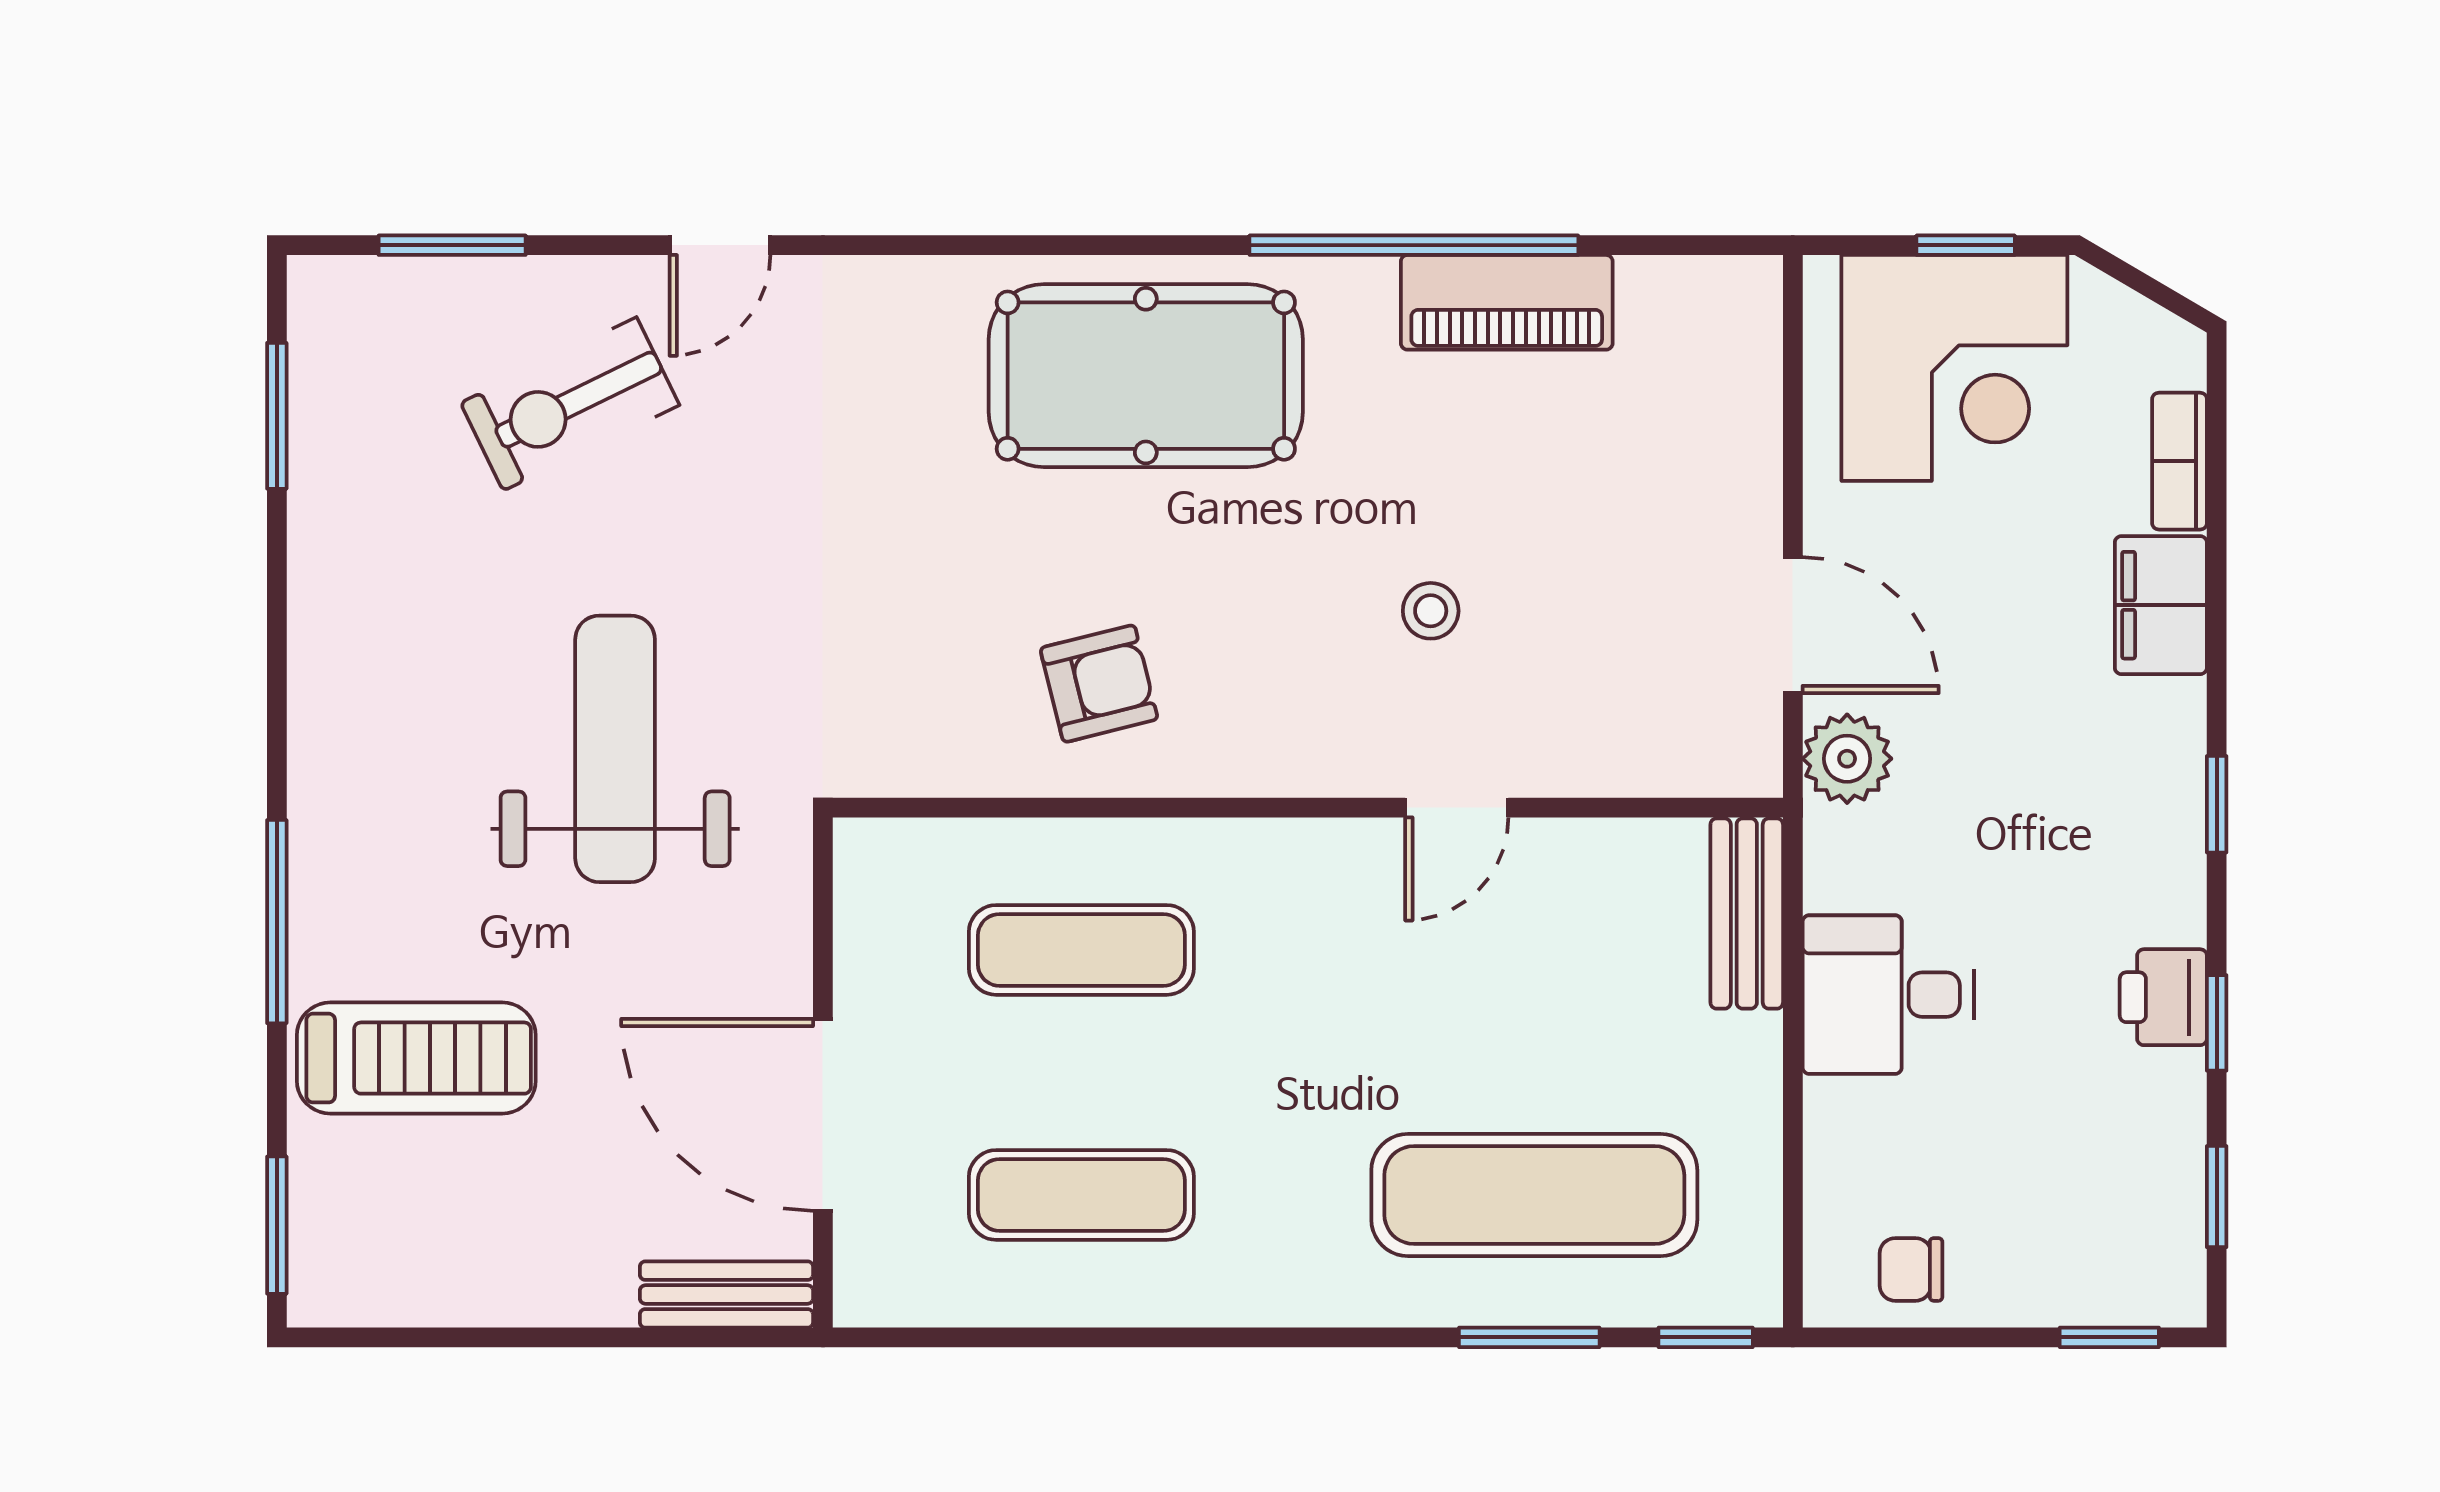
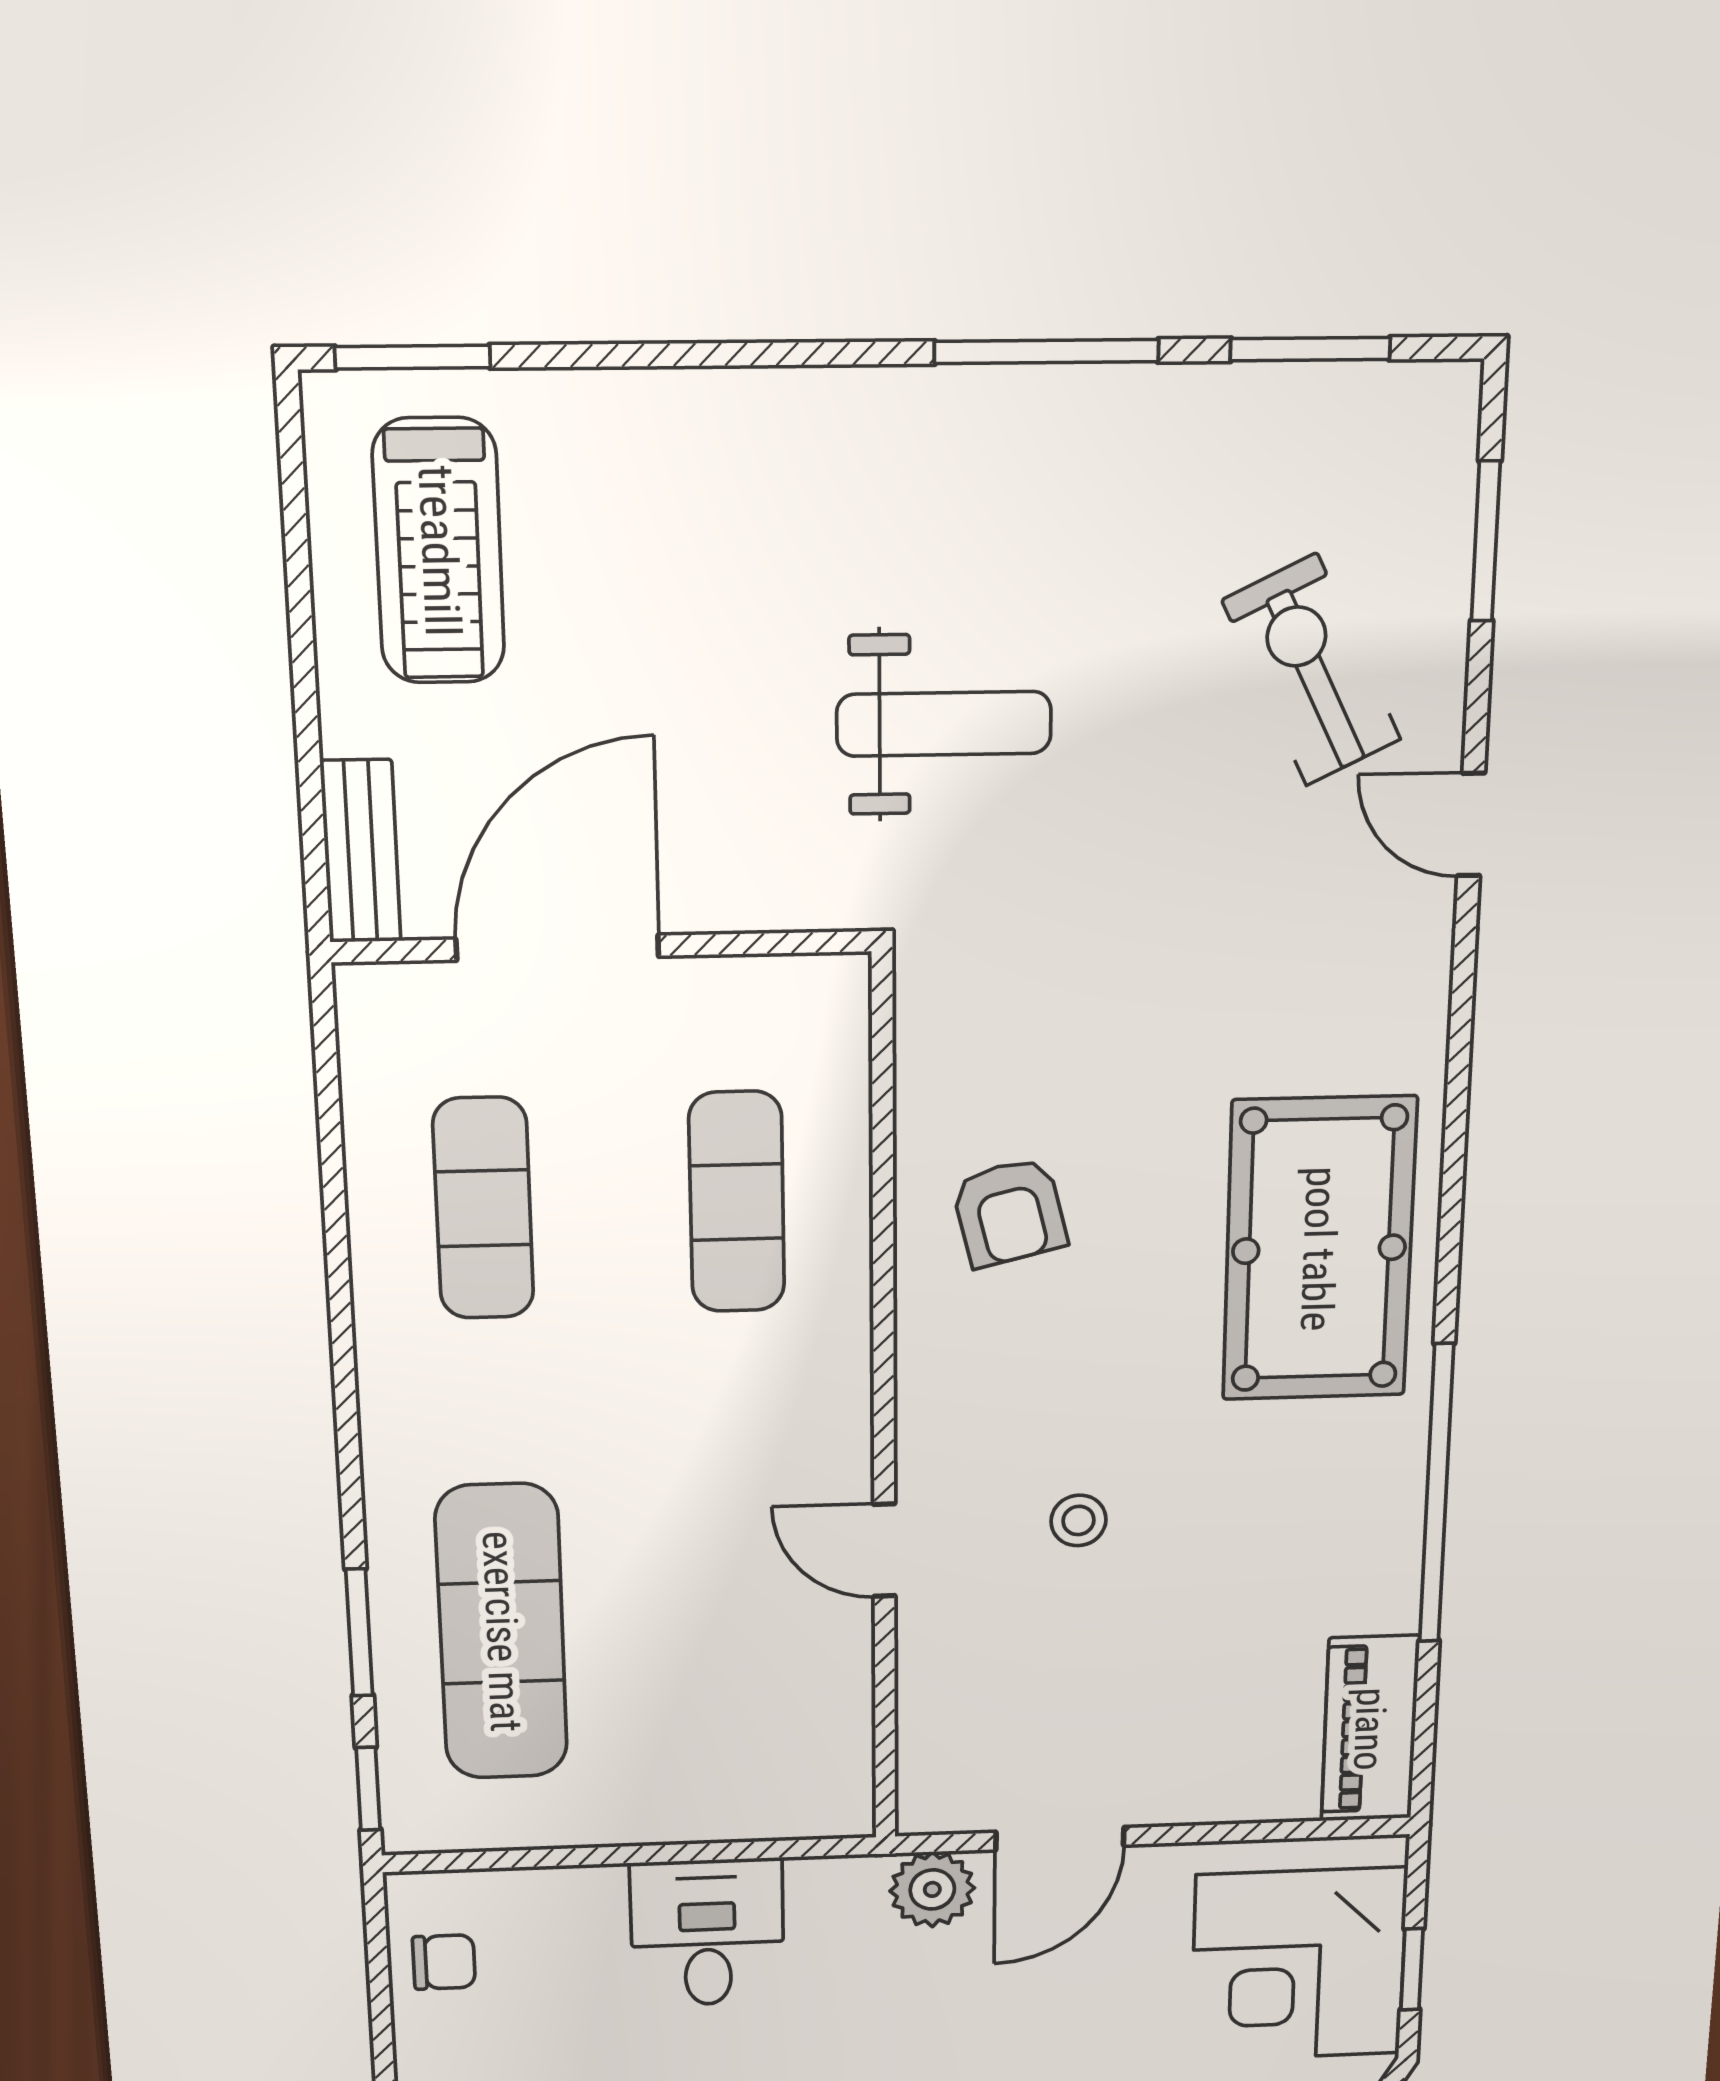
piano: (1507, 302) -> (1370, 1729), moved
weight bench: (615, 749) -> (944, 724), width x0.73, depth x0.75
bench: (1747, 914) -> (783, 1809), removed
window: (277, 922) -> (1047, 351), moved
treadmill: (416, 1058) -> (439, 551), moved
chair: (1911, 1269) -> (444, 1962), turned 90

